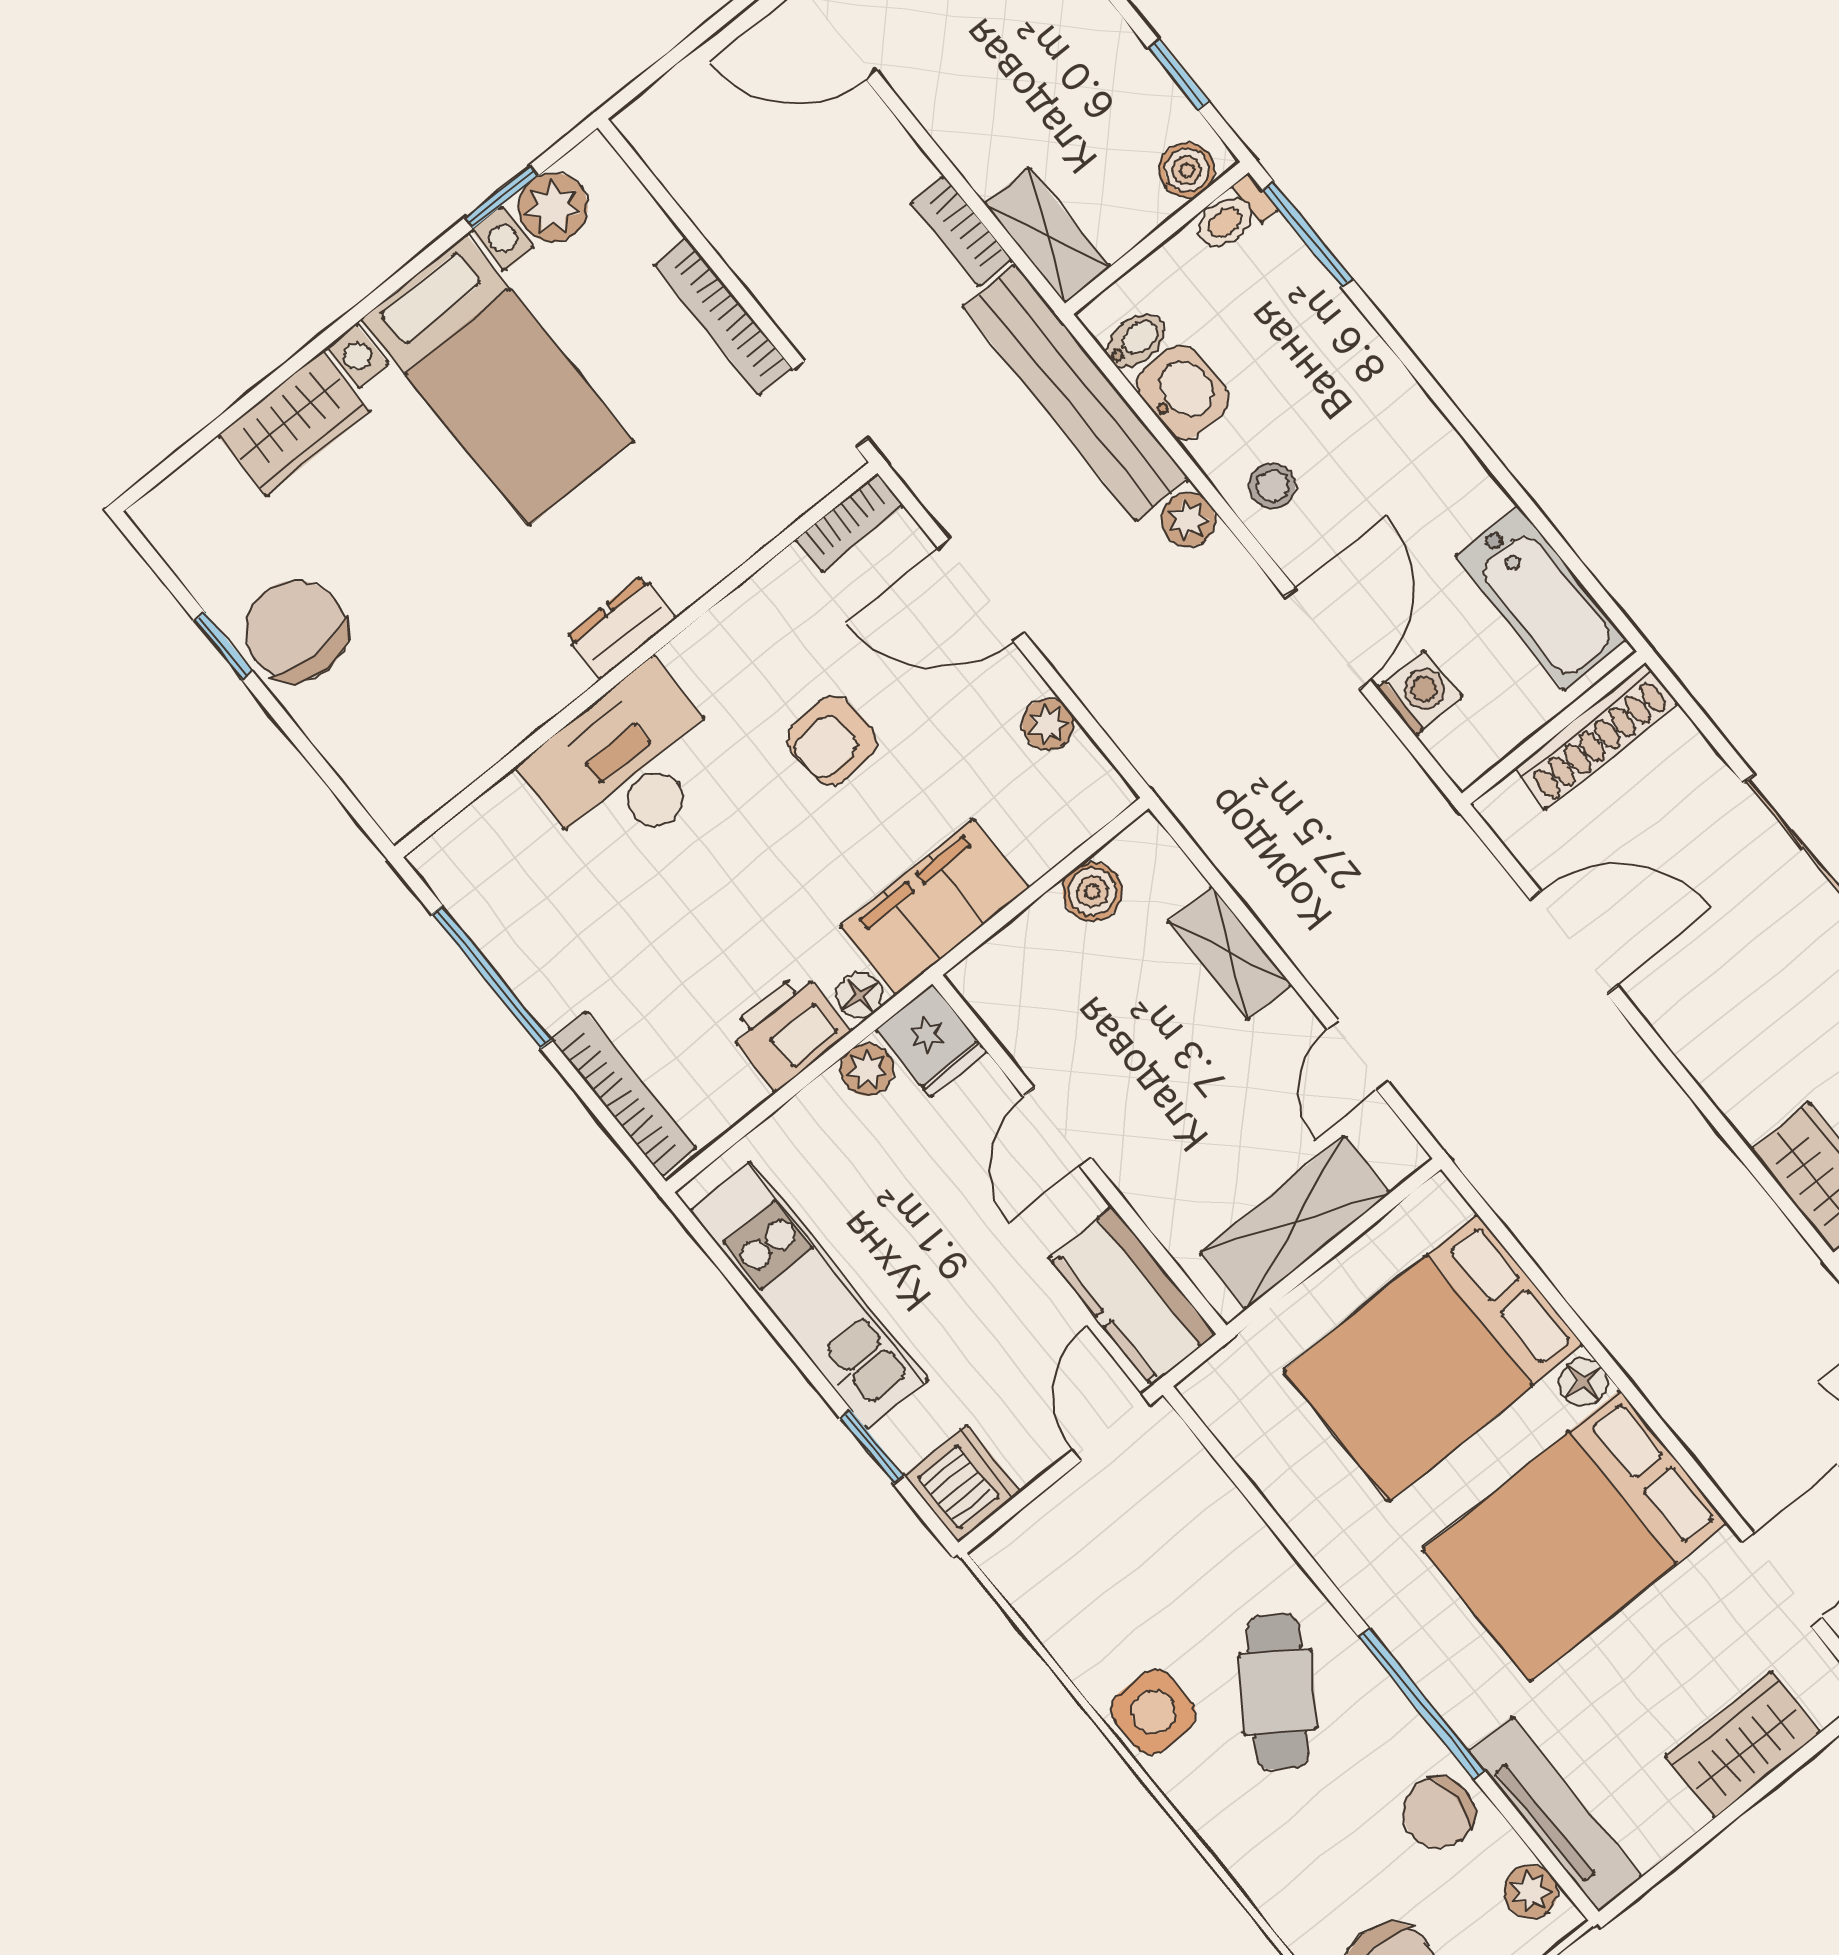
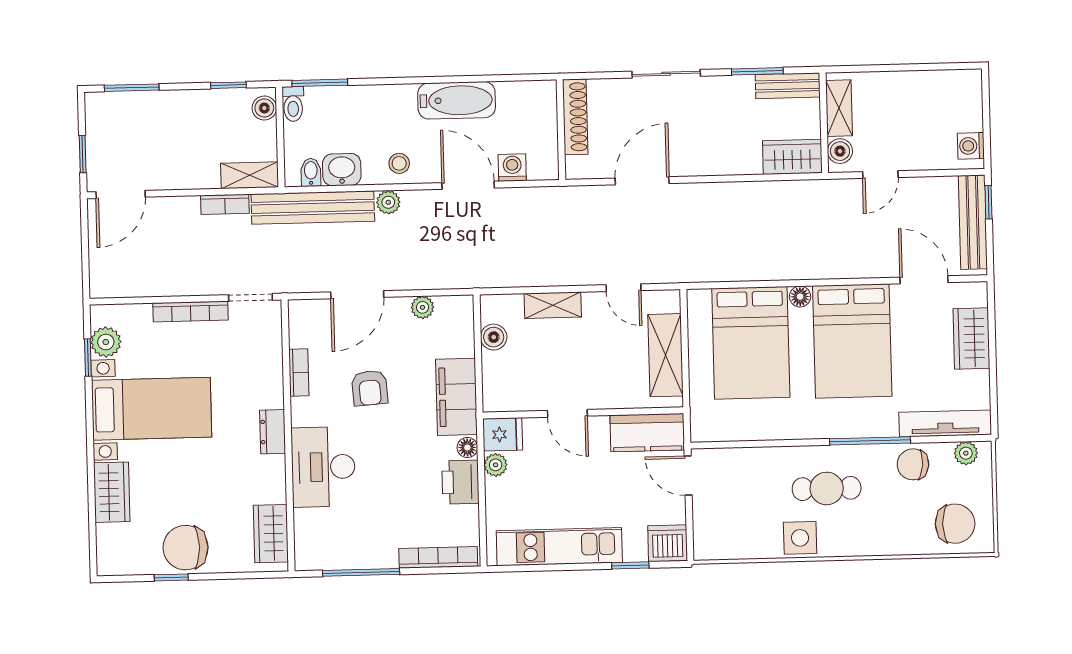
bookcase: (849, 523) -> (299, 373), moved
bathtub: (1541, 598) -> (457, 100), moved
wardrobe: (438, 763) -> (271, 534), added
cafe table: (1278, 1692) -> (827, 488), turned -35
chair: (1439, 1813) -> (913, 464), turned 95

